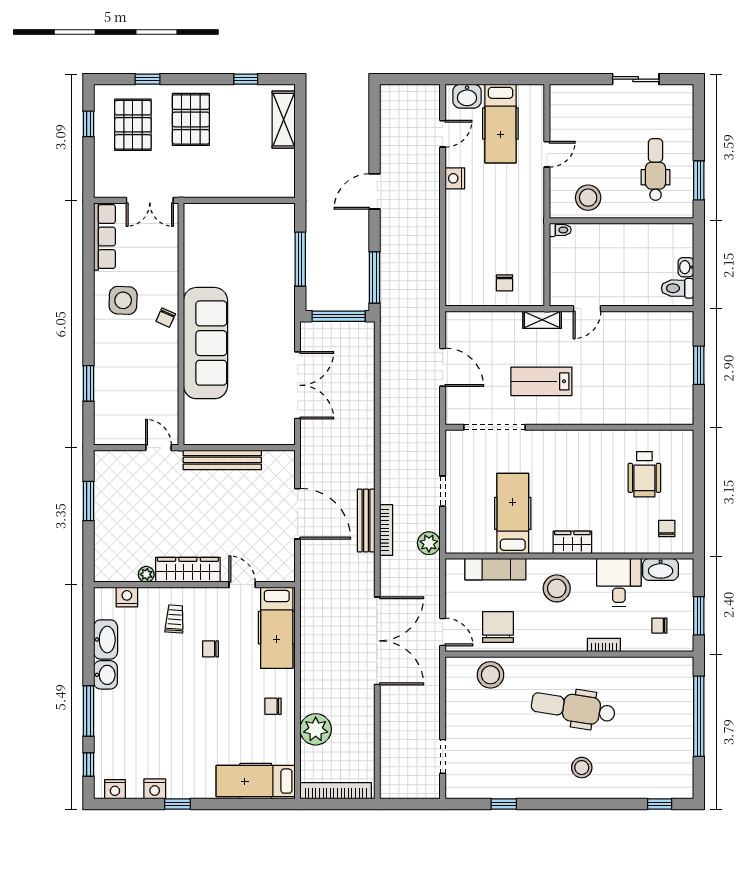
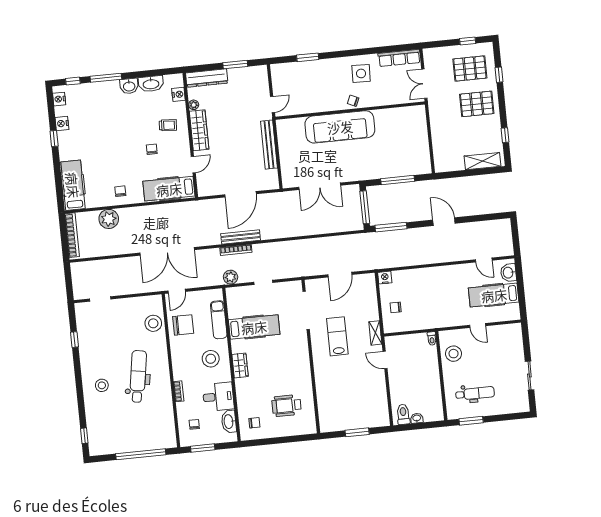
nightstand: (455, 178) -> (385, 278), moved
dresser: (105, 549) -> (207, 78), added

